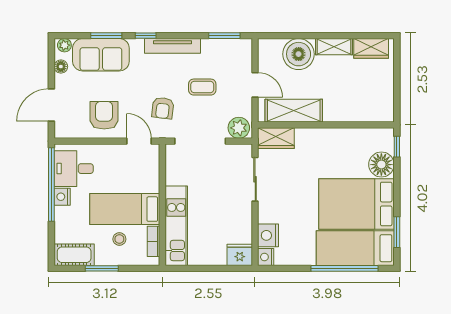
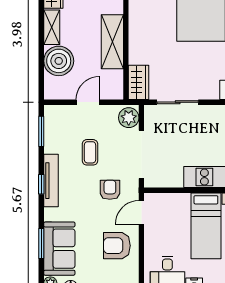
window: (146, 36) -> (41, 184), moved
armchair: (163, 108) -> (110, 190), turned -97
shelving: (294, 111) -> (112, 42), moved

